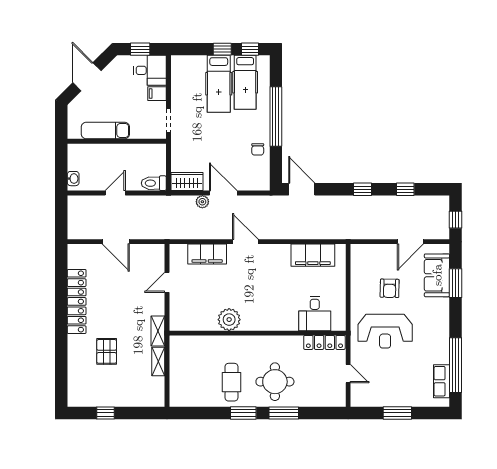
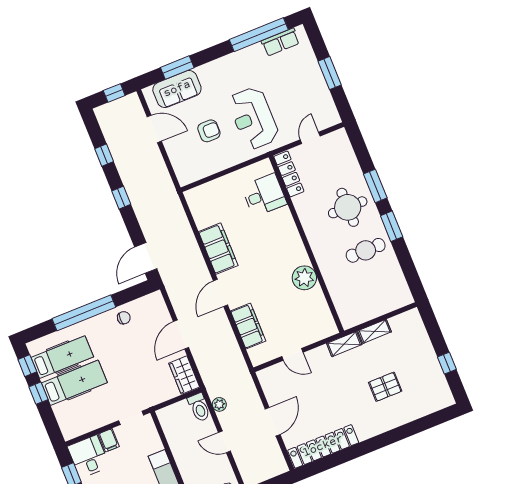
plant: (202, 202) -> (219, 404), moved
filing cabinet: (313, 255) -> (218, 249), moved
locker: (77, 301) -> (323, 446), moved
reception desk: (385, 331) -> (253, 118), turned 180

